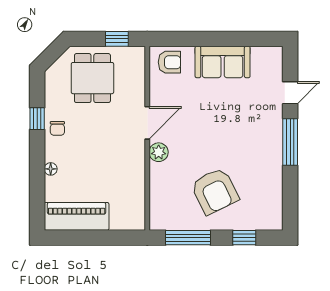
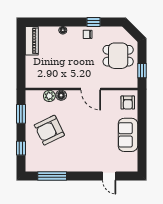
window: (290, 142) -> (52, 176), moved
plant: (159, 152) -> (49, 96), moved
floor lamp: (158, 172) -> (61, 95), added
piano: (77, 216) -> (32, 41), width x0.73, depth x0.75
window: (188, 238) -> (21, 114), width x0.69

